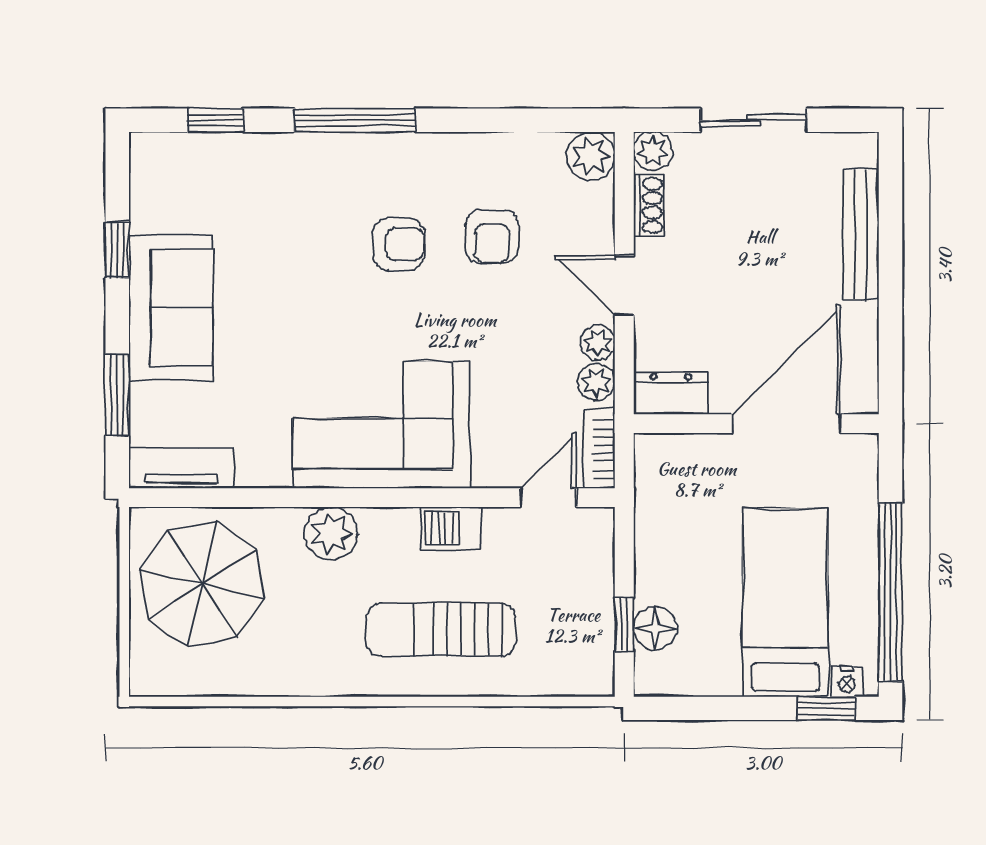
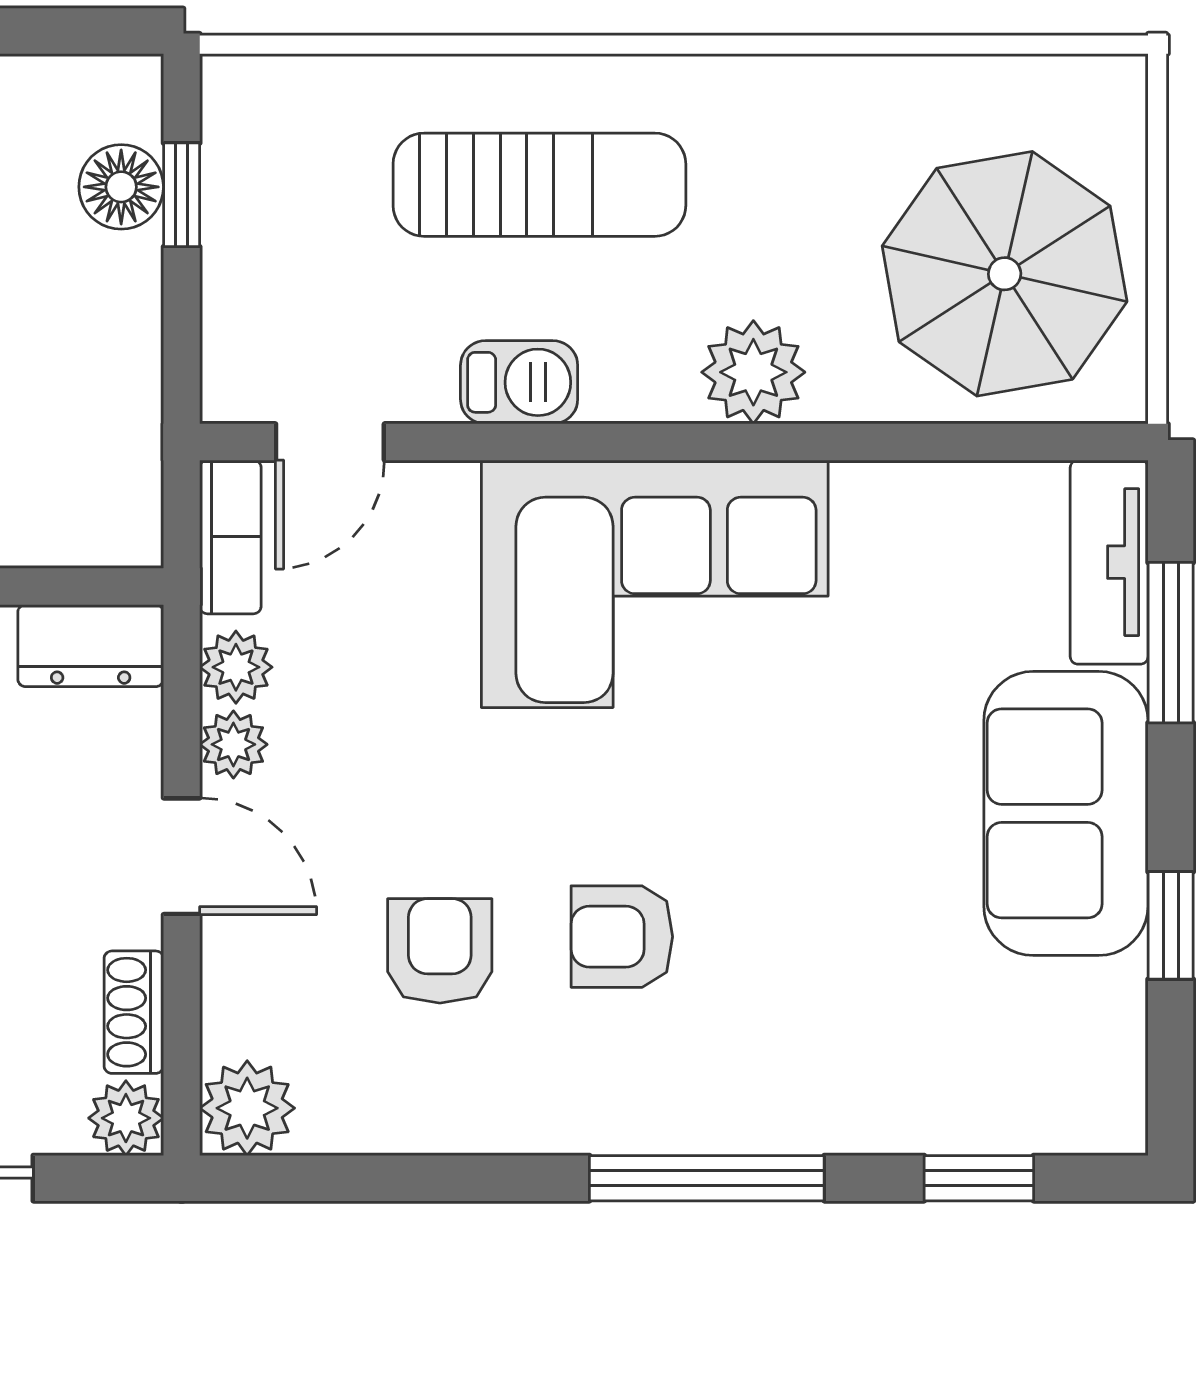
tv unit: (181, 468) -> (1109, 562), moved, turned 90

